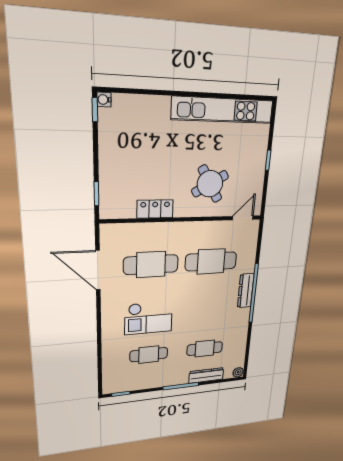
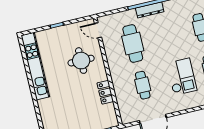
round table: (210, 184) -> (81, 61), turned 30
cafe table: (151, 265) -> (143, 85), width x0.73, depth x0.74

